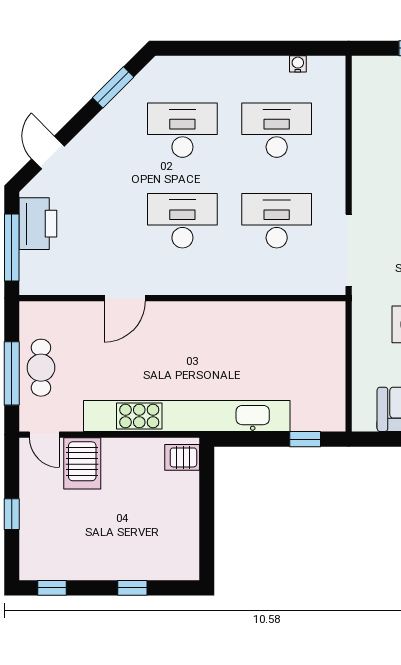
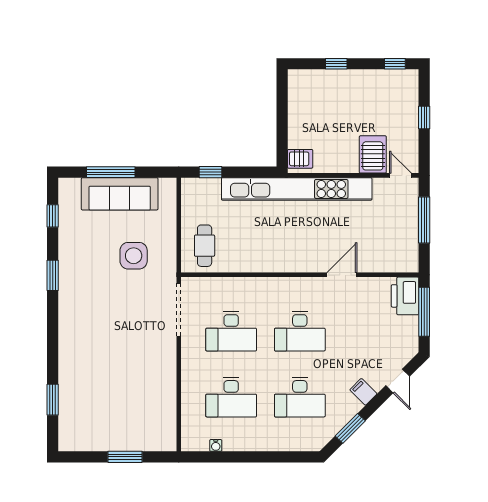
filing cabinet: (95, 138) -> (363, 392), added
printer: (38, 224) -> (405, 296), moved
cafe table: (41, 368) -> (205, 246), moved

